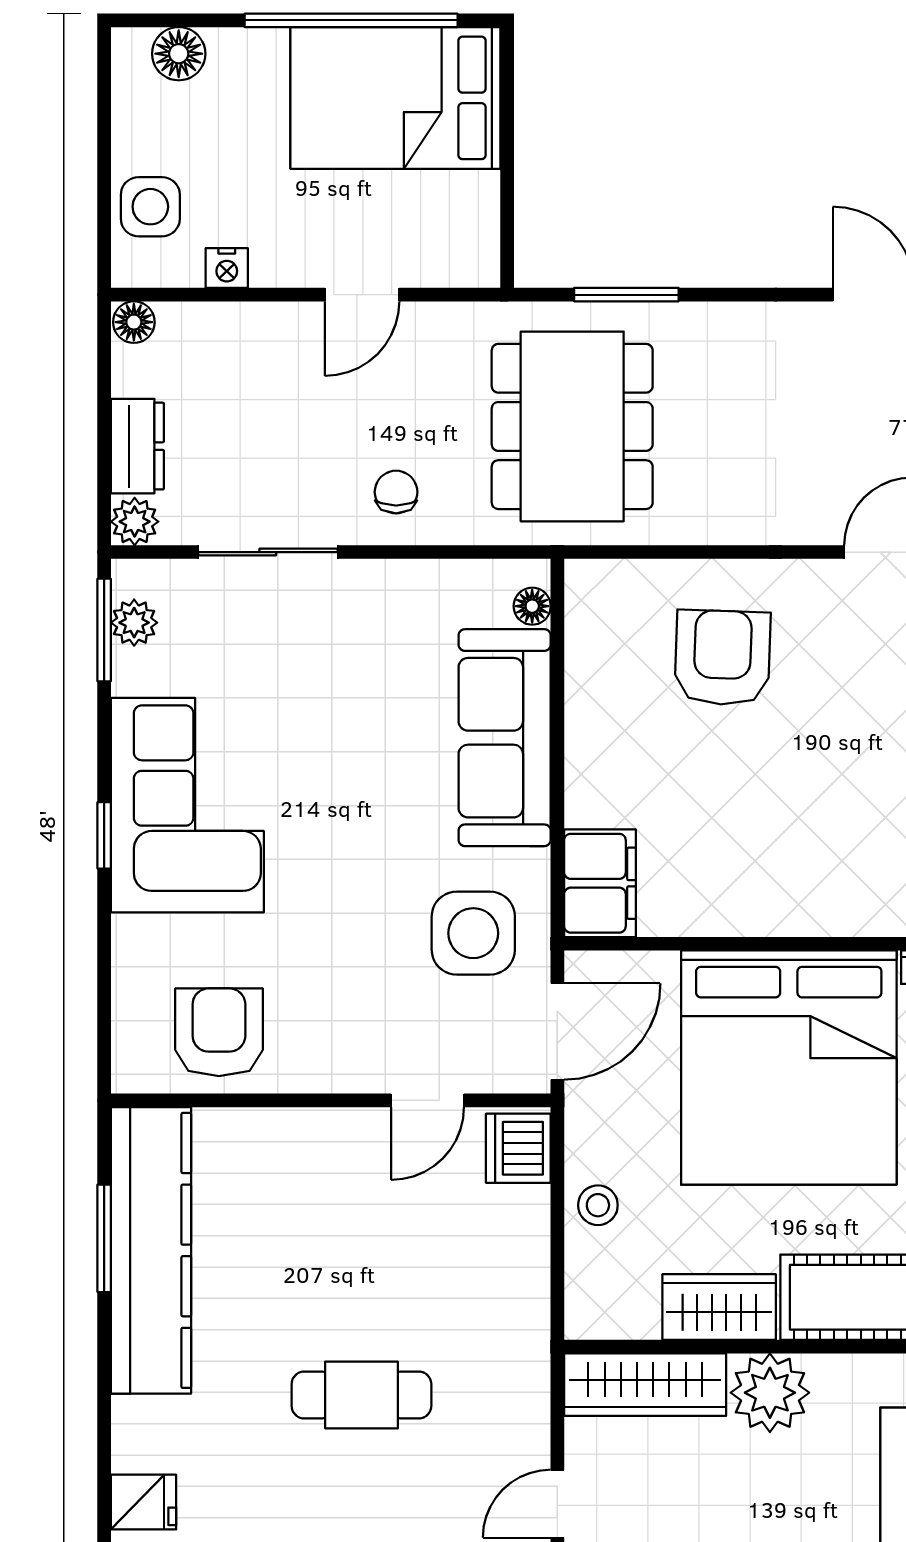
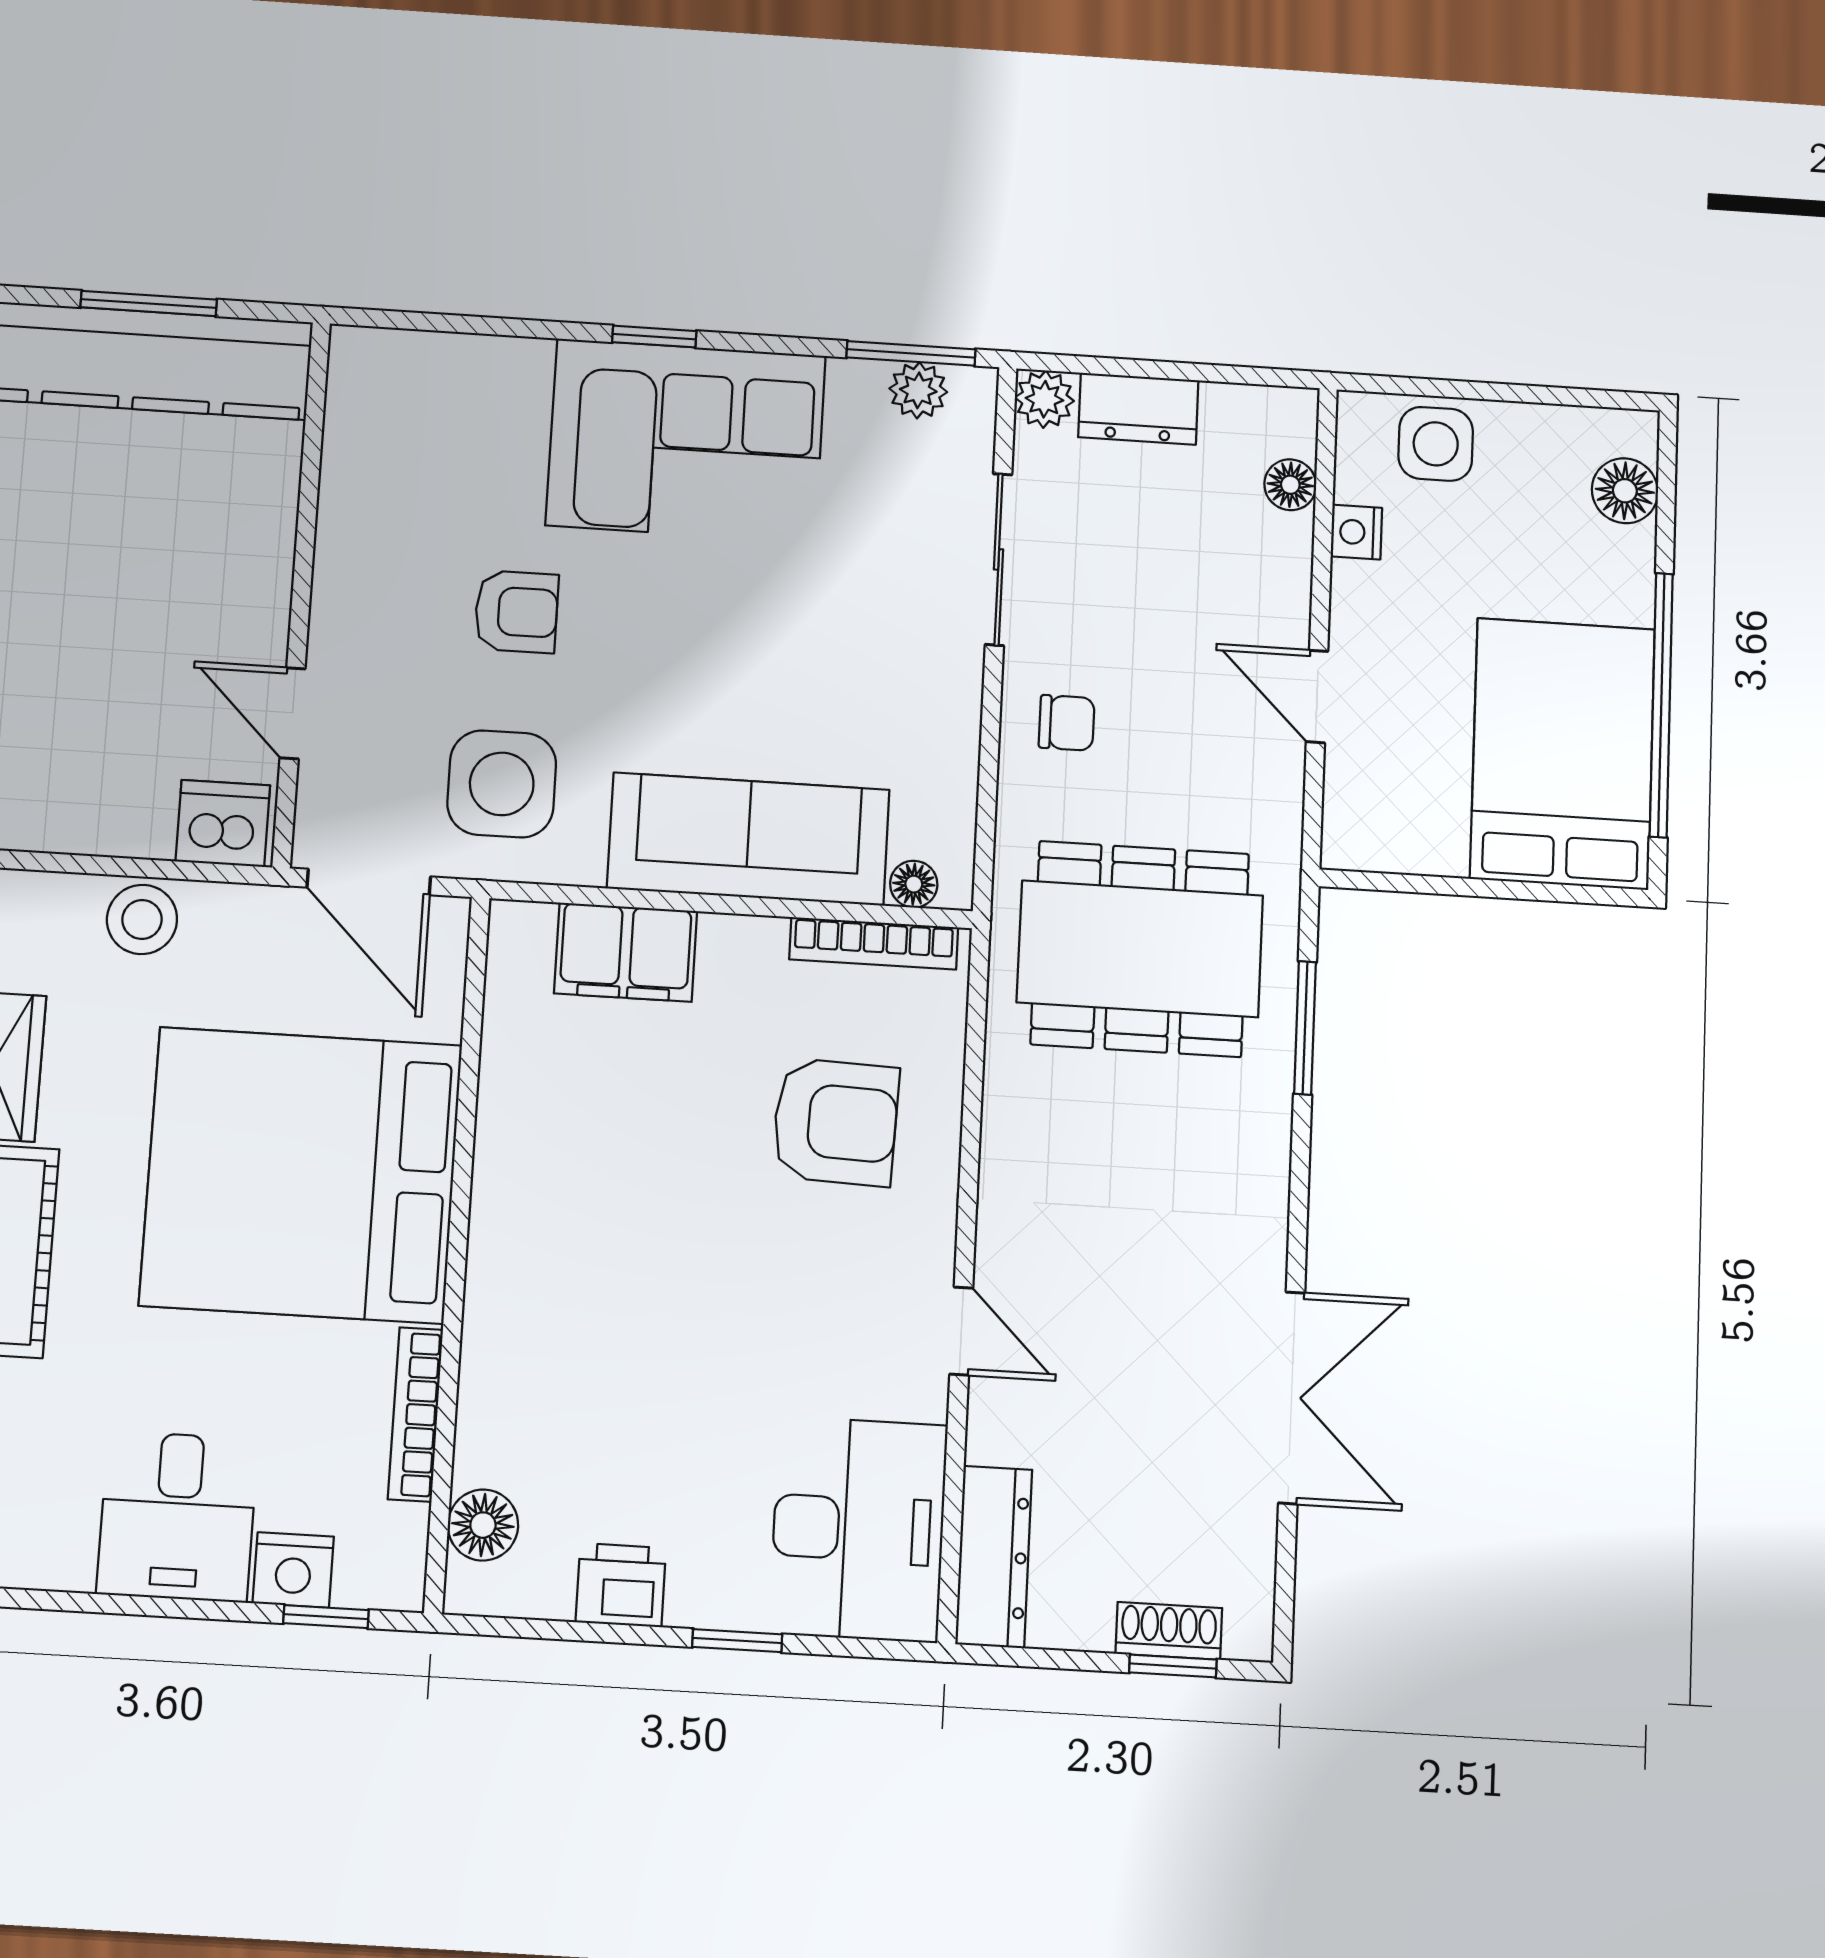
floor lamp: (134, 322) -> (1290, 485), moved
bookcase: (581, 635) -> (874, 943), added
filing cabinet: (600, 883) -> (626, 952), moved
armchair: (219, 1032) -> (516, 612), moved, width x0.72, depth x0.72
stool: (598, 1205) -> (142, 919), width x1.37, depth x1.37

